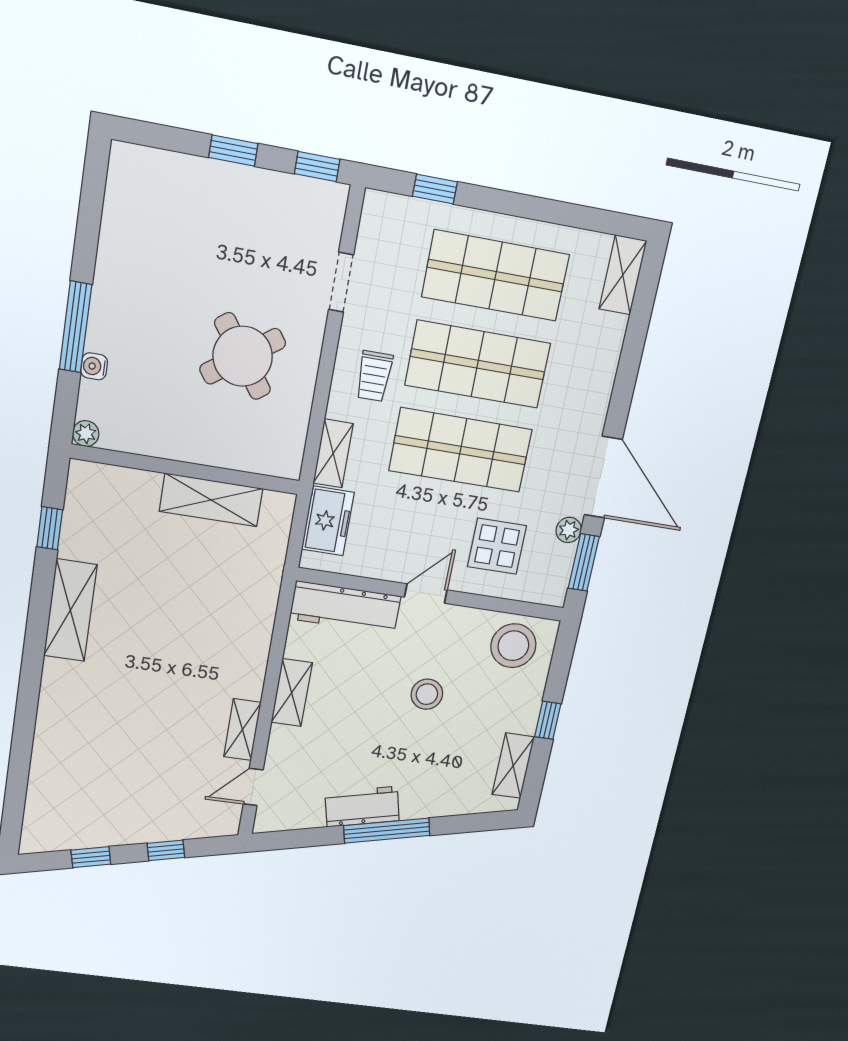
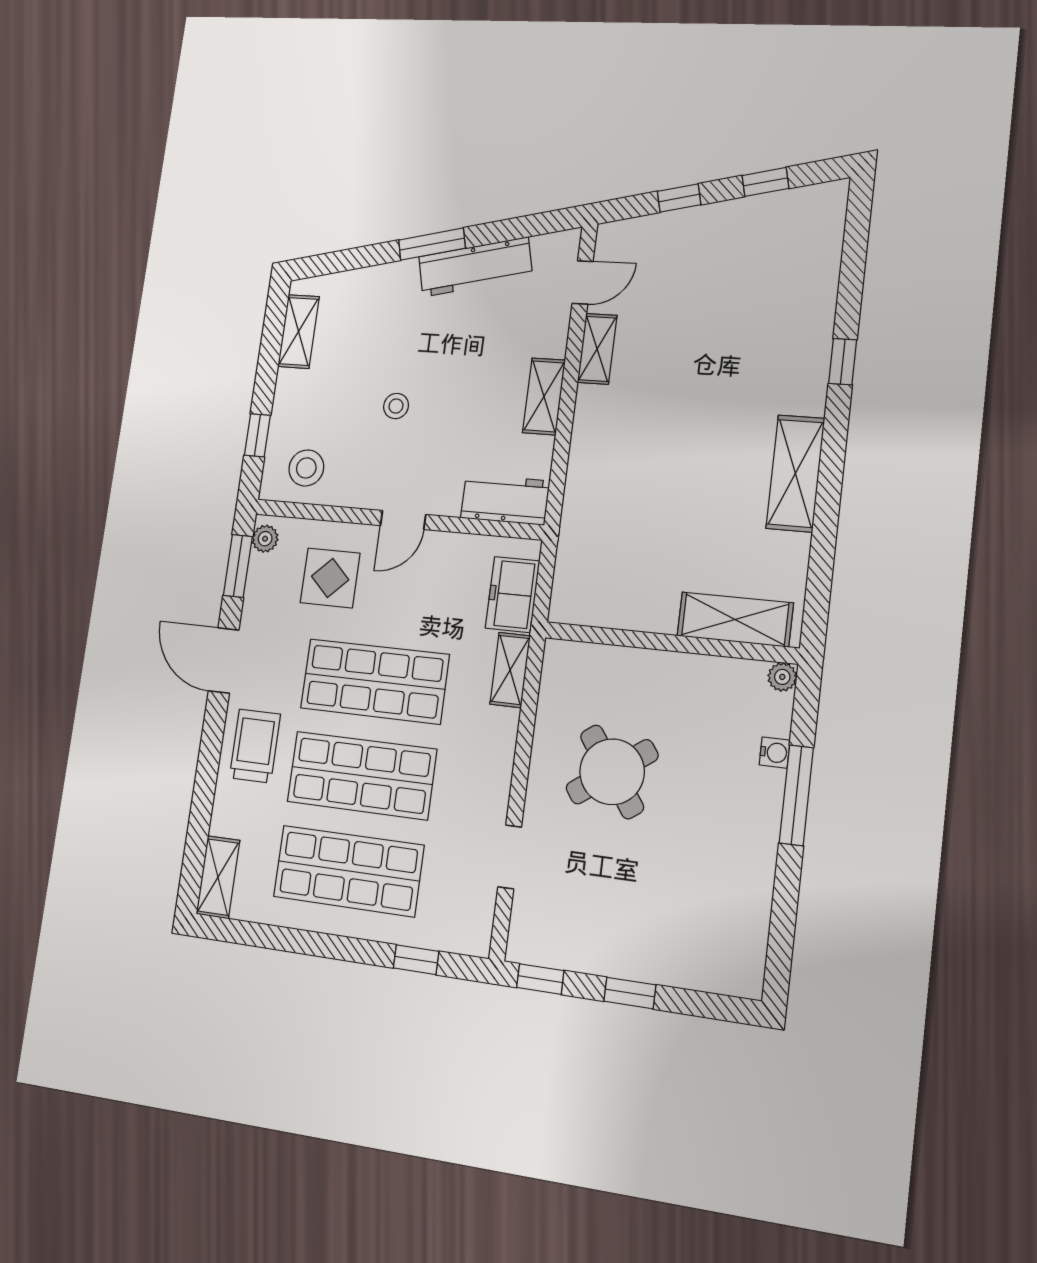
trolley: (374, 376) -> (255, 746), moved, width x1.36, depth x1.39
door: (603, 477) -> (224, 660), width x0.73
shelving: (211, 500) -> (735, 619), moved
window: (50, 528) -> (843, 362), moved
plant: (569, 530) -> (265, 539), moved
workbench: (345, 608) -> (505, 499), width x0.73
stool: (513, 646) -> (306, 468), width x0.73, depth x0.73
stool: (427, 694) -> (396, 406), width x0.73, depth x0.73
window: (548, 720) -> (257, 435), moved
workbench: (362, 807) -> (475, 267), width x1.38
window: (387, 831) -> (432, 244), width x0.69

